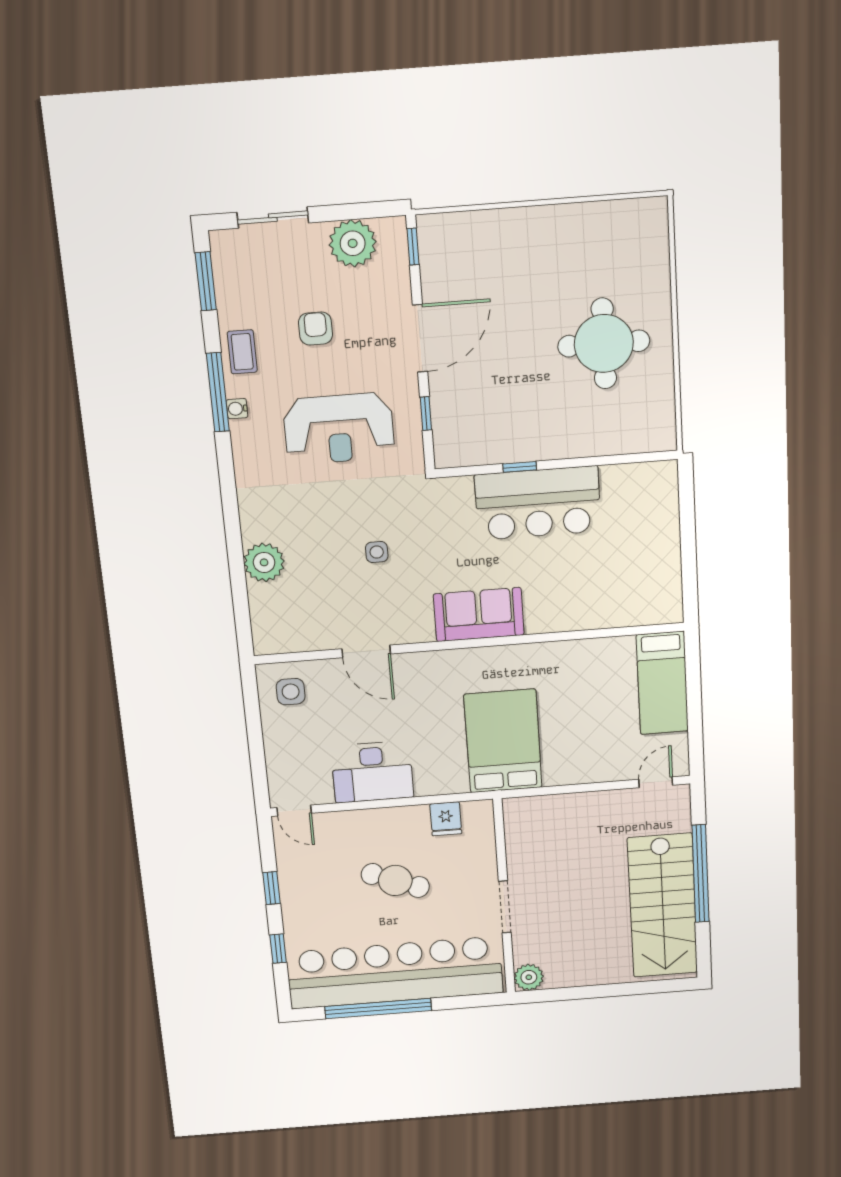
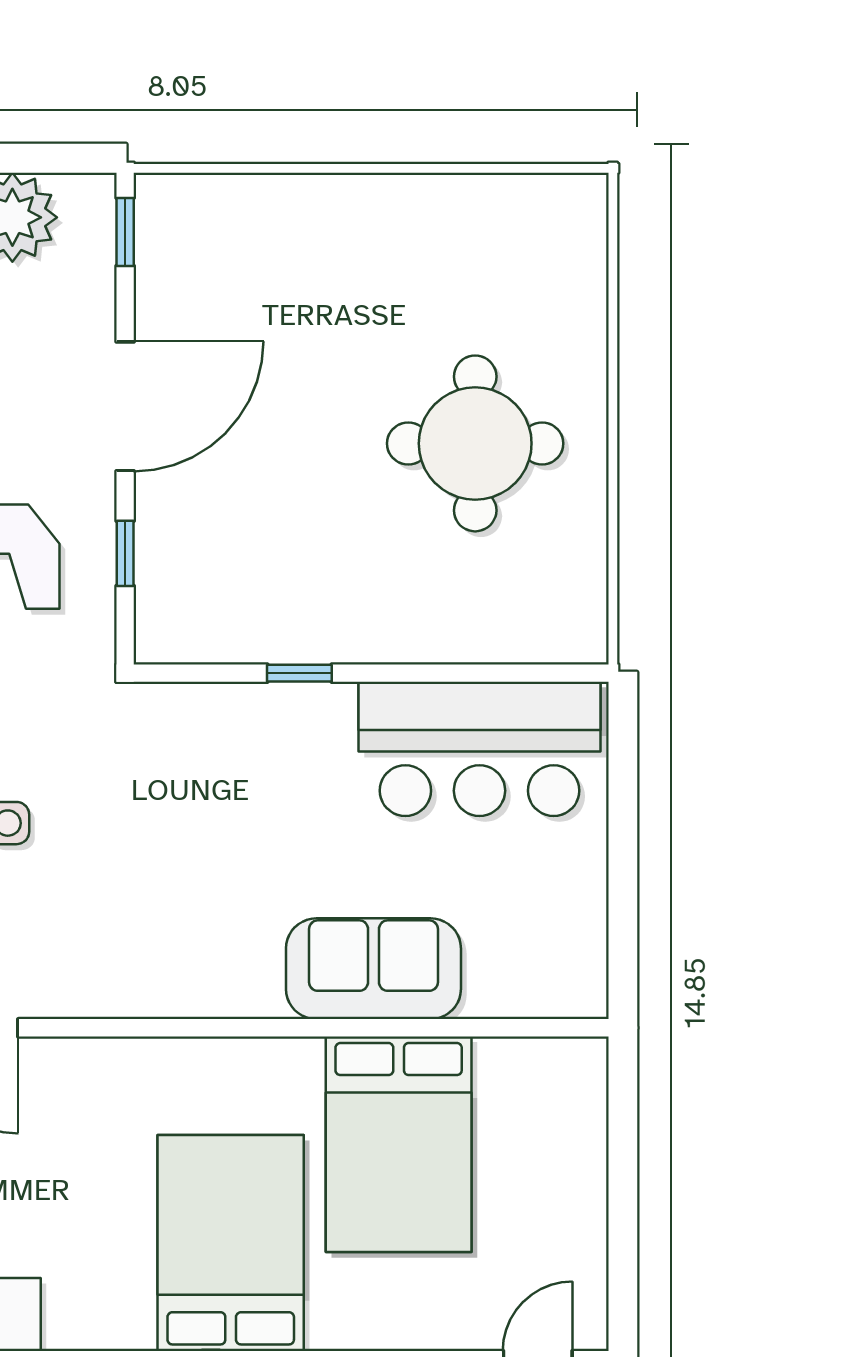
bar counter: (538, 503) -> (479, 749), moved
sofa: (479, 615) -> (373, 969), moved
bed: (662, 683) -> (399, 1144), moved, width x1.50

